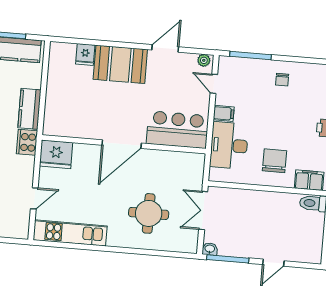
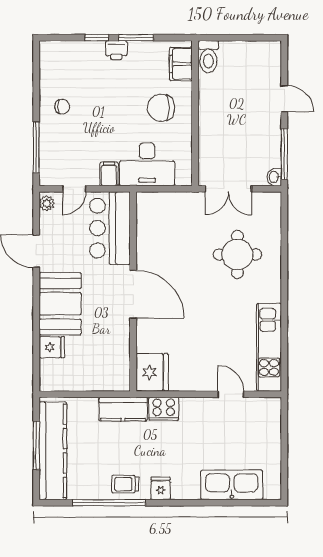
bar counter: (177, 130) -> (110, 228), moved
door: (122, 144) -> (133, 294), moved
wall: (124, 144) -> (133, 291), moved
fridge: (56, 154) -> (152, 372), moved

